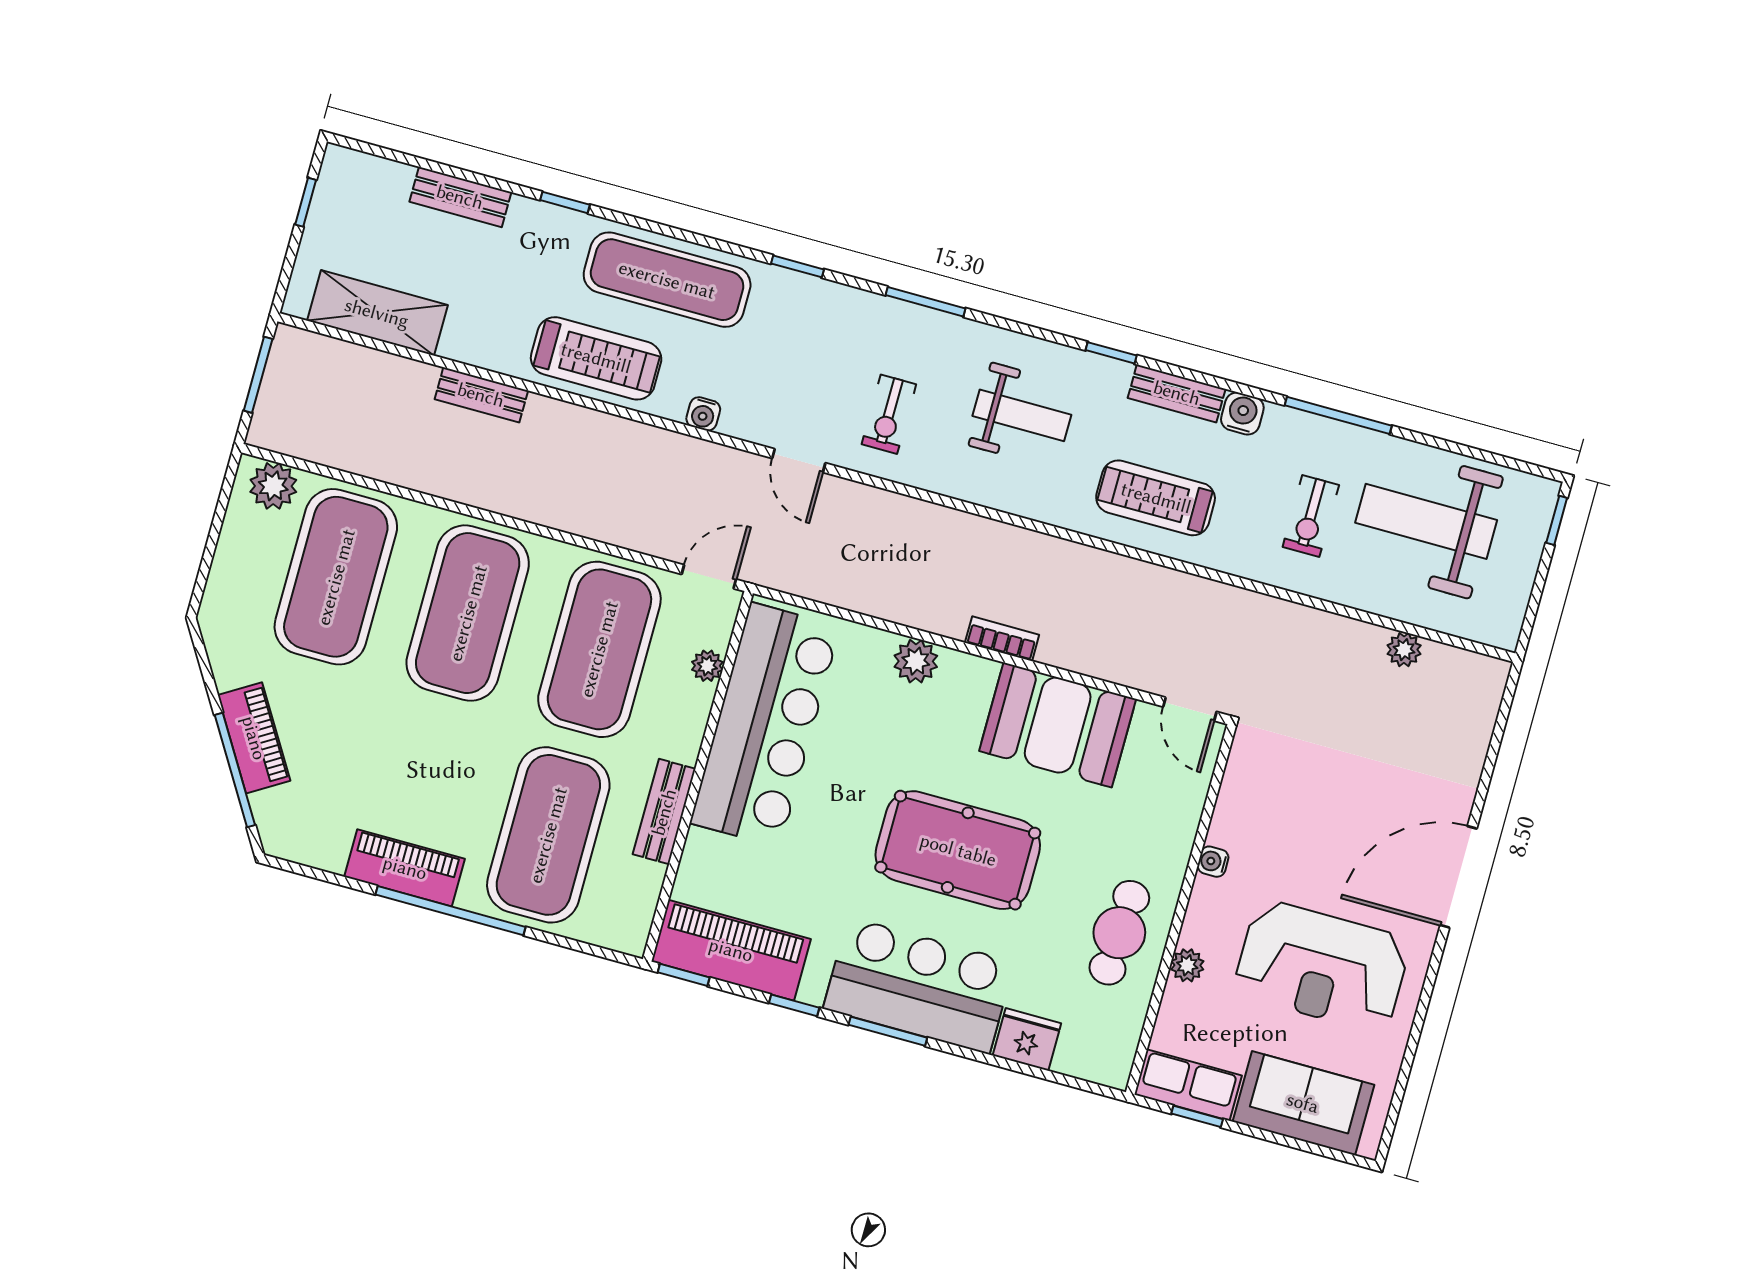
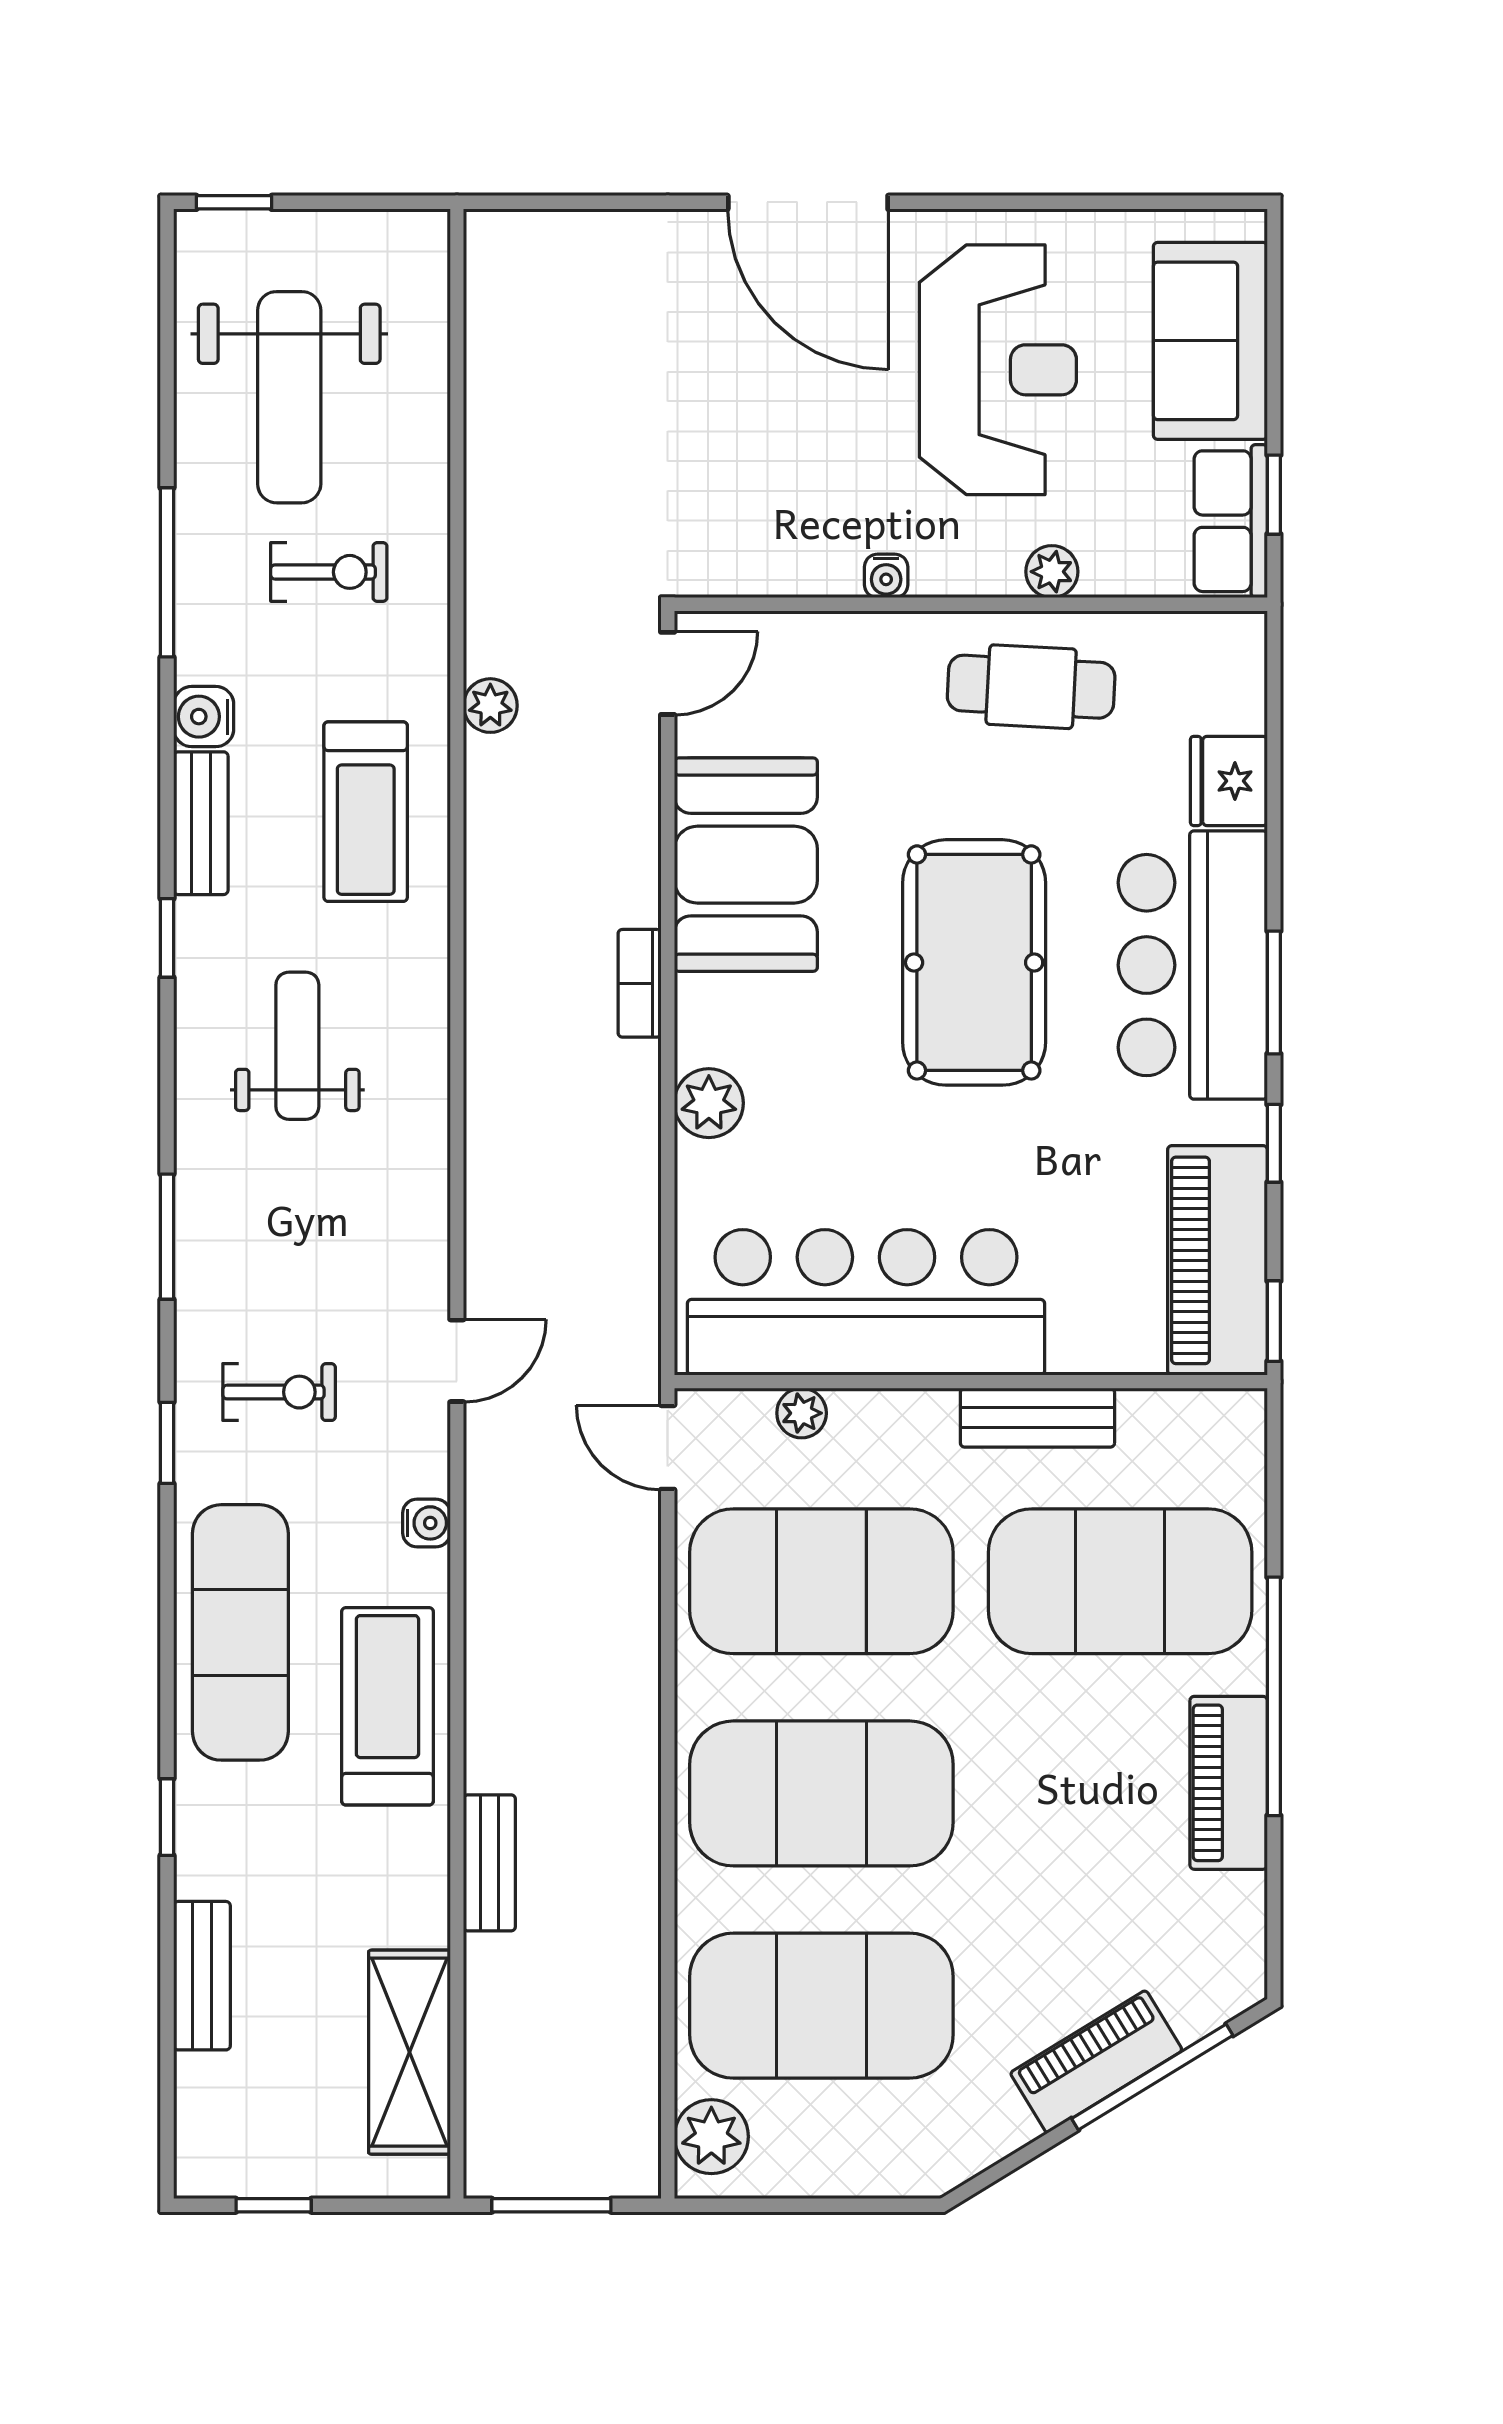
exercise bike: (889, 414) -> (279, 1392), moved
plant: (1404, 650) -> (490, 706), moved

